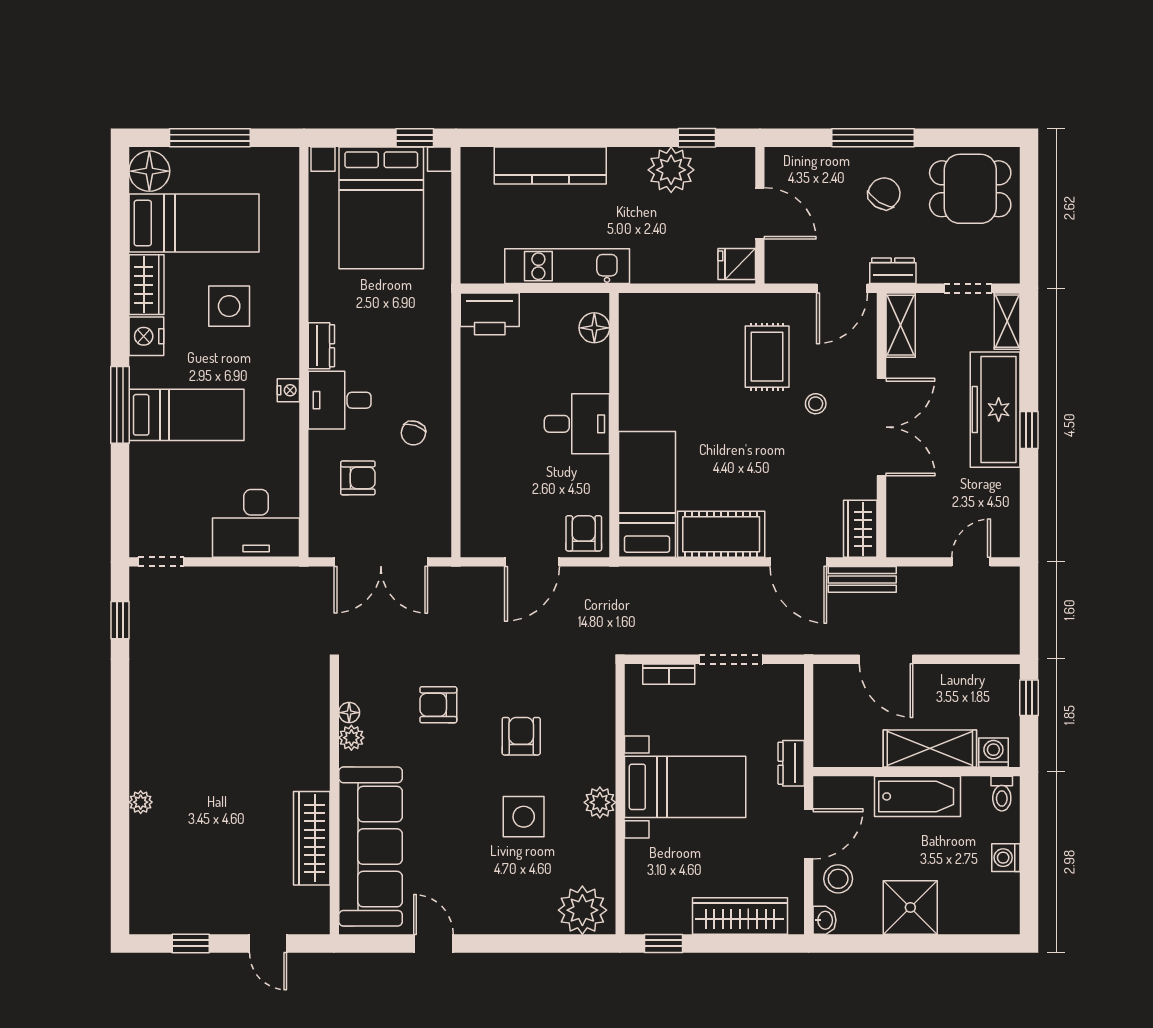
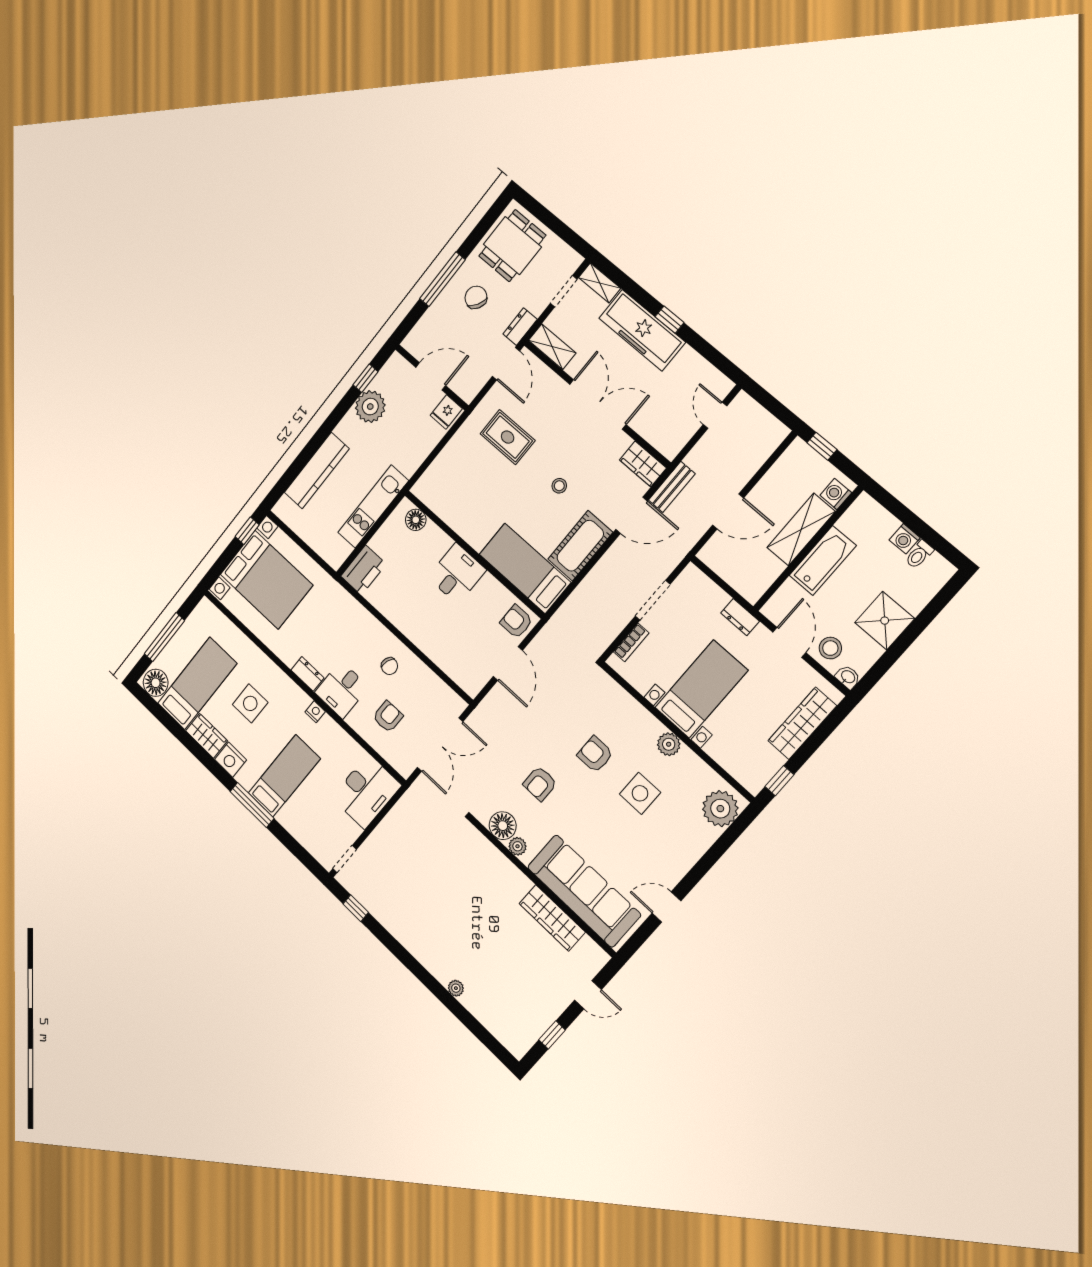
stool: (816, 404) -> (559, 486), moved
floor lamp: (349, 713) -> (503, 826), width x1.89, depth x1.89
toilet: (1002, 794) -> (919, 555), moved, turned 90

